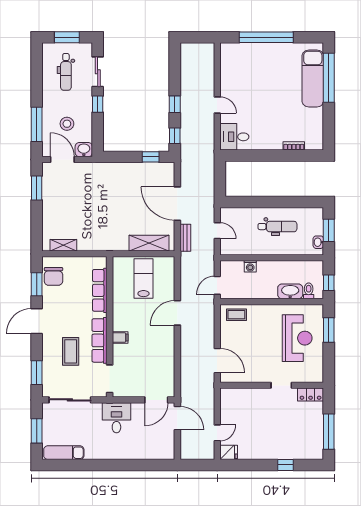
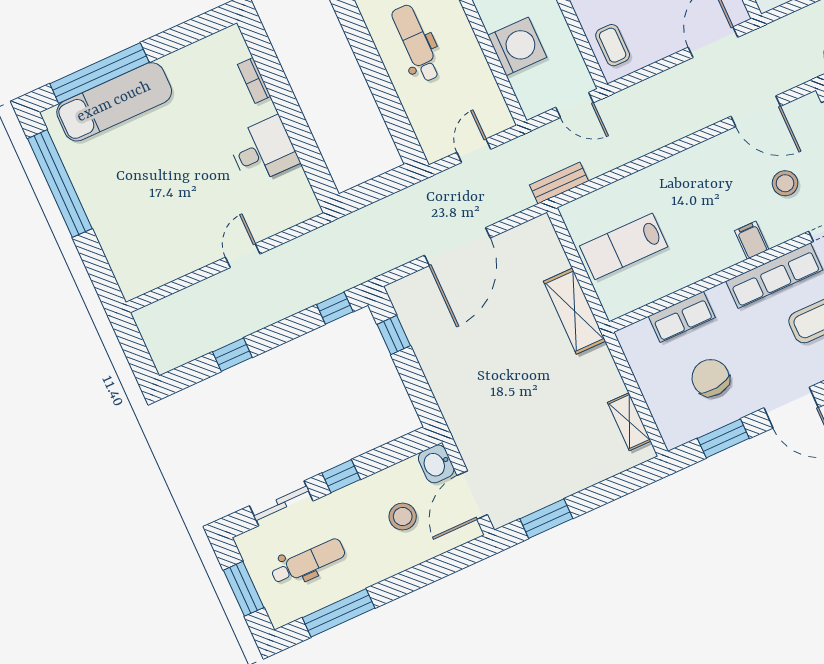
window: (266, 37) -> (60, 184), moved
window: (175, 104) -> (232, 355), moved
window: (37, 124) -> (339, 613), moved
desk: (234, 137) -> (263, 150), moved, turned -90
bench: (185, 238) -> (559, 183), moved
shelving: (149, 243) -> (575, 311), moved
washing machine: (250, 266) -> (517, 46), width x1.89, depth x1.89
chair: (53, 276) -> (711, 378), moved, turned -97
row of seats: (100, 290) -> (682, 317), width x0.68
door: (177, 313) -> (756, 111), moved
stool: (139, 364) -> (785, 183), added

